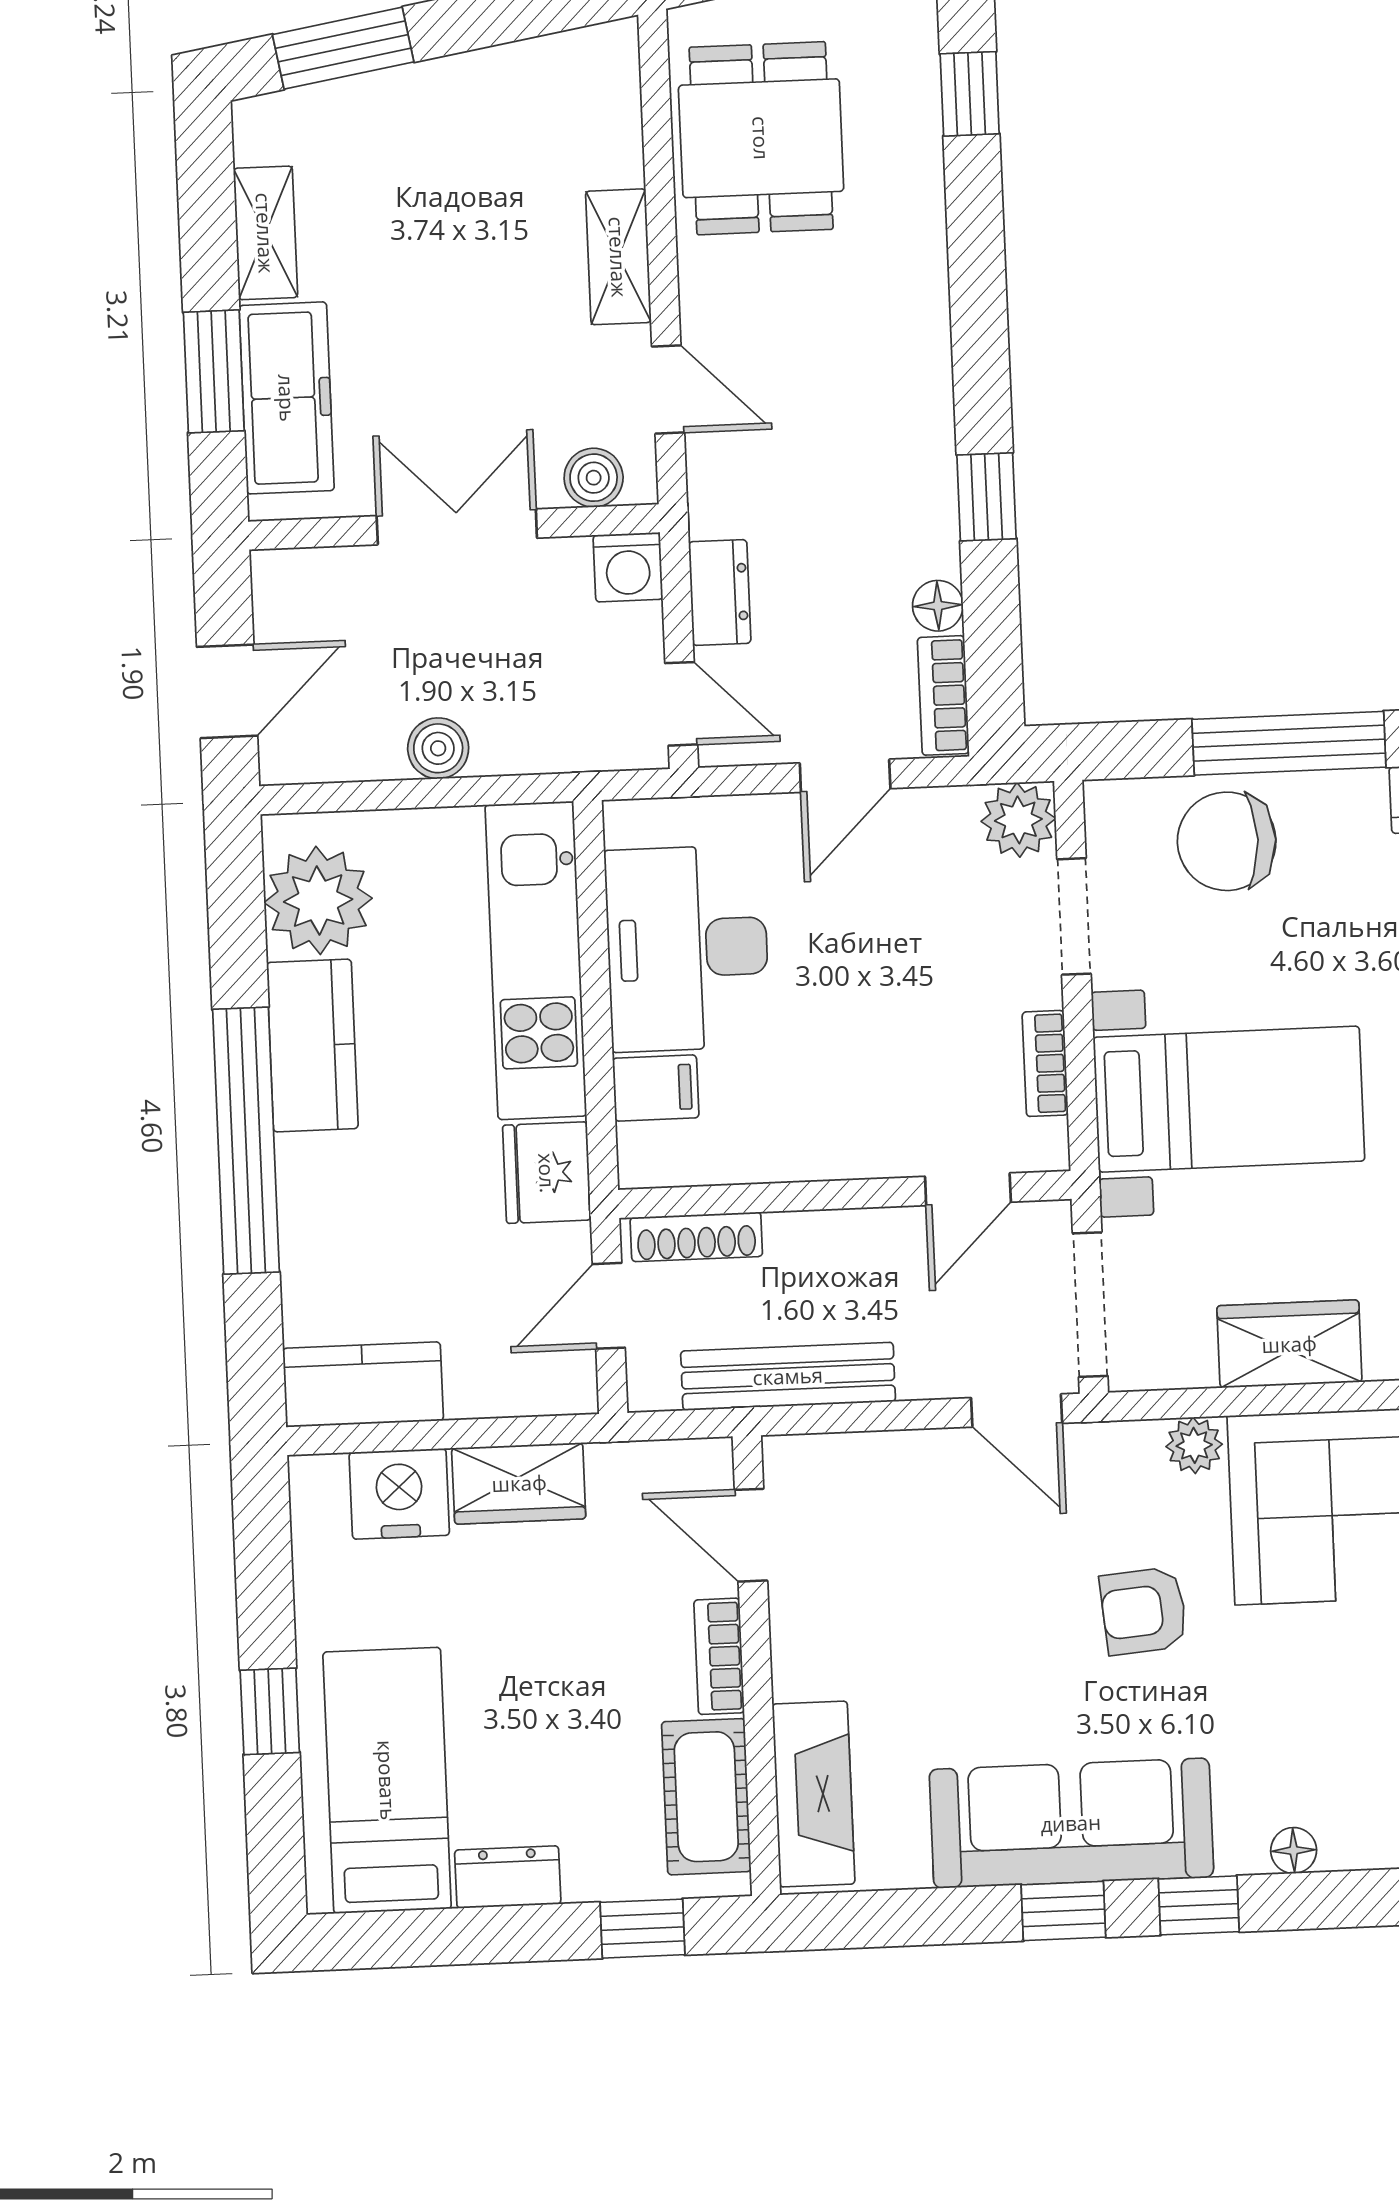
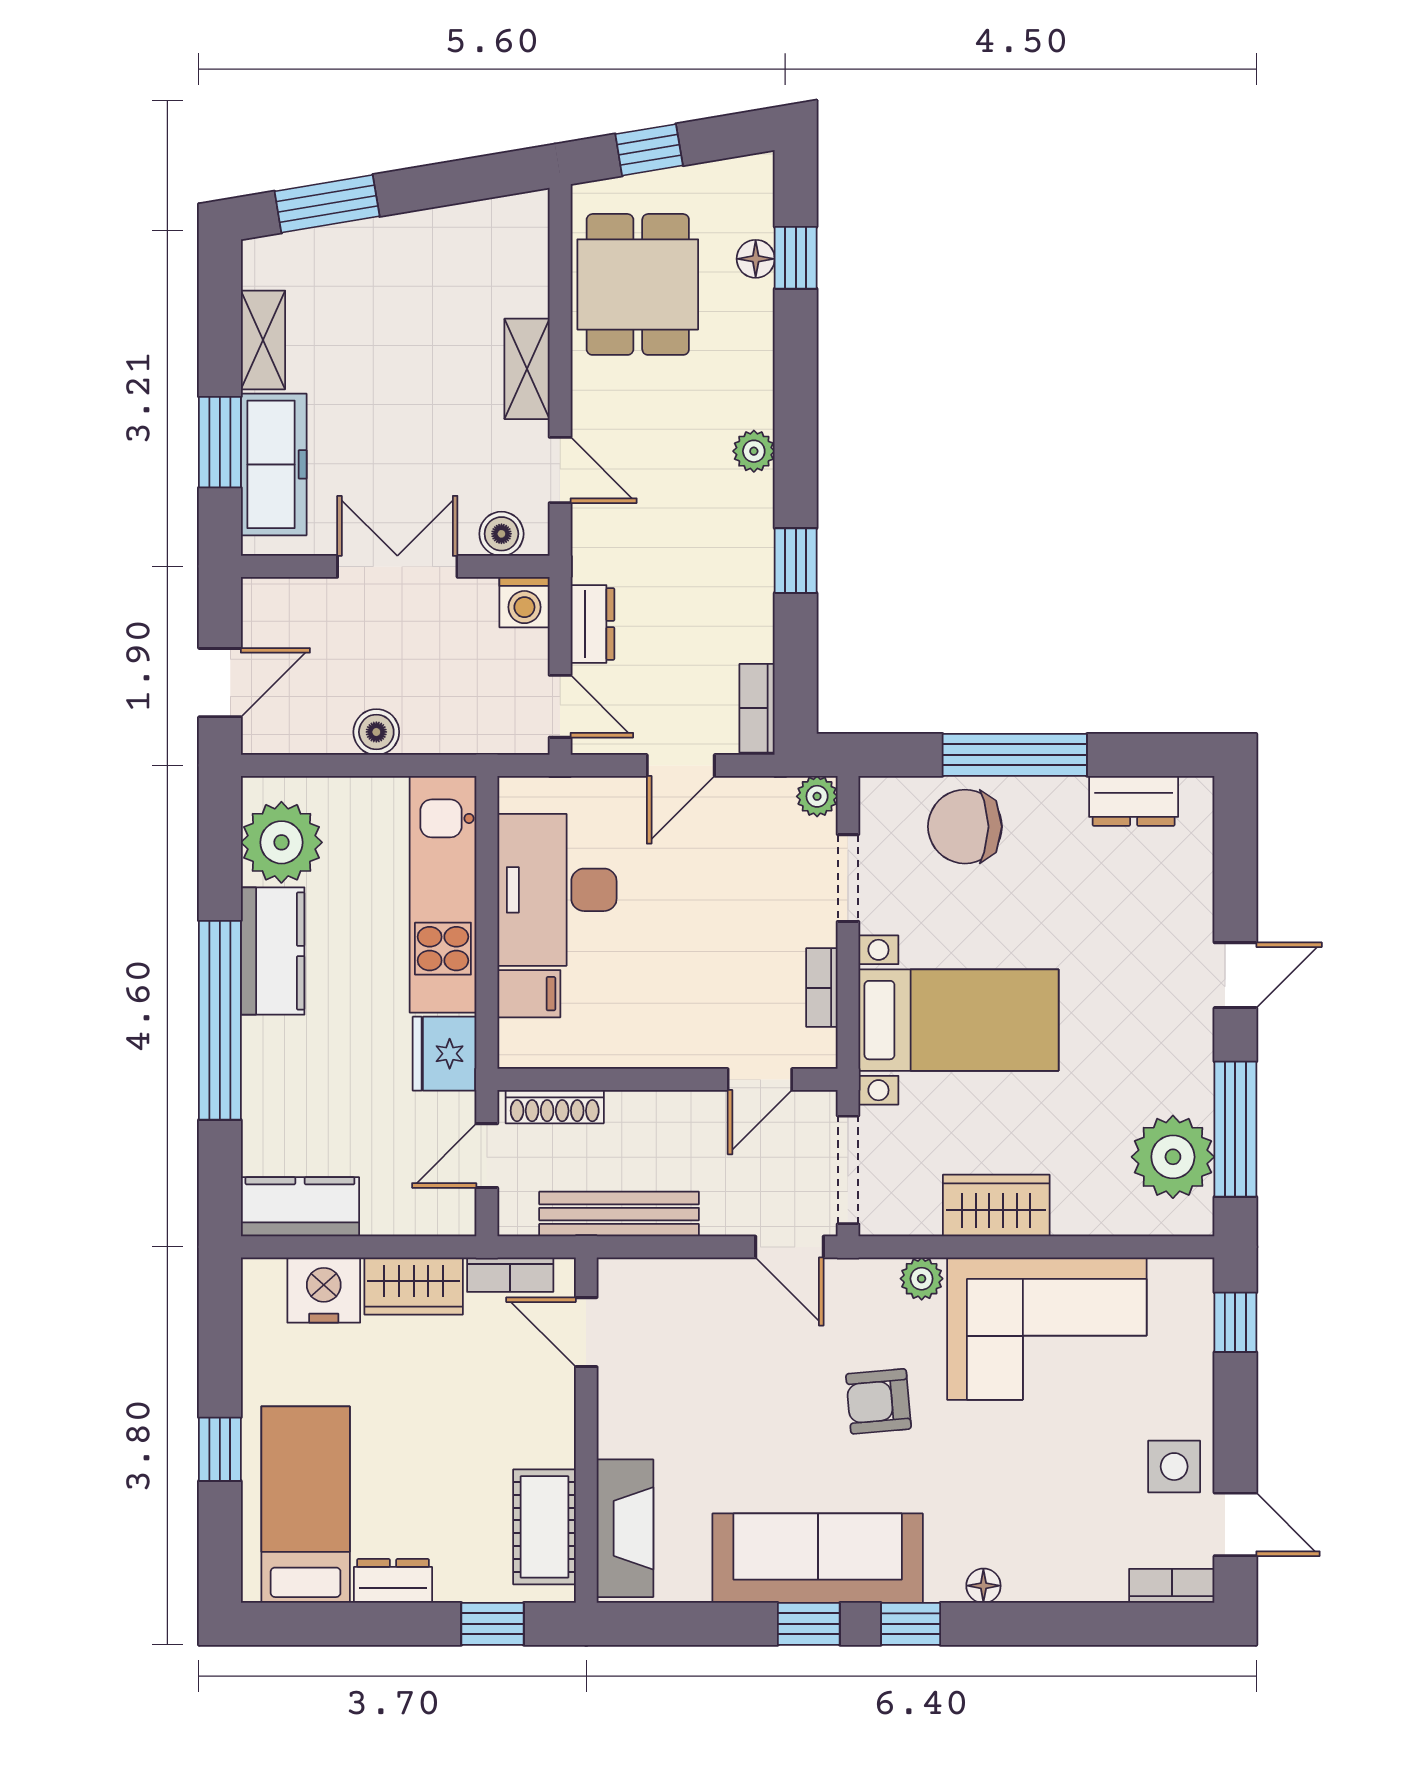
plant: (925, 354) -> (754, 451), added
floor lamp: (938, 606) -> (756, 259), moved
plant: (1018, 820) -> (817, 796), width x0.73, depth x0.73
bookcase: (719, 1656) -> (510, 1275), moved, turned -90

